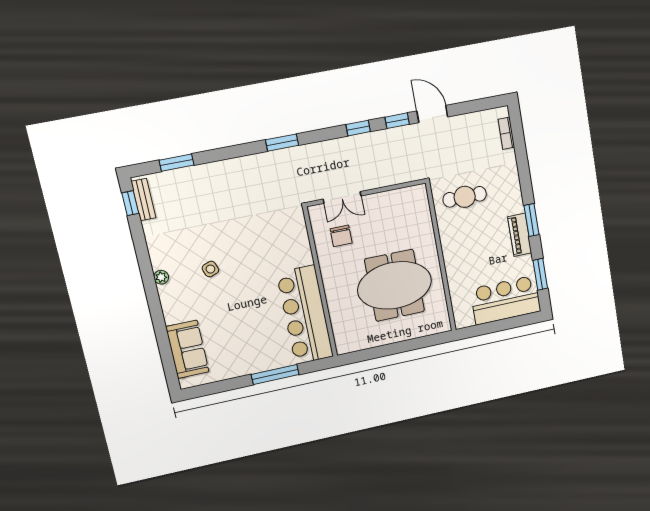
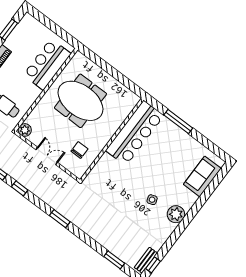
plant: (418, 194) -> (25, 130), added
double door: (342, 198) -> (47, 156), moved
plant: (161, 277) -> (176, 214), width x1.88, depth x1.88
bar counter: (506, 300) -> (47, 64), moved, turned 90

